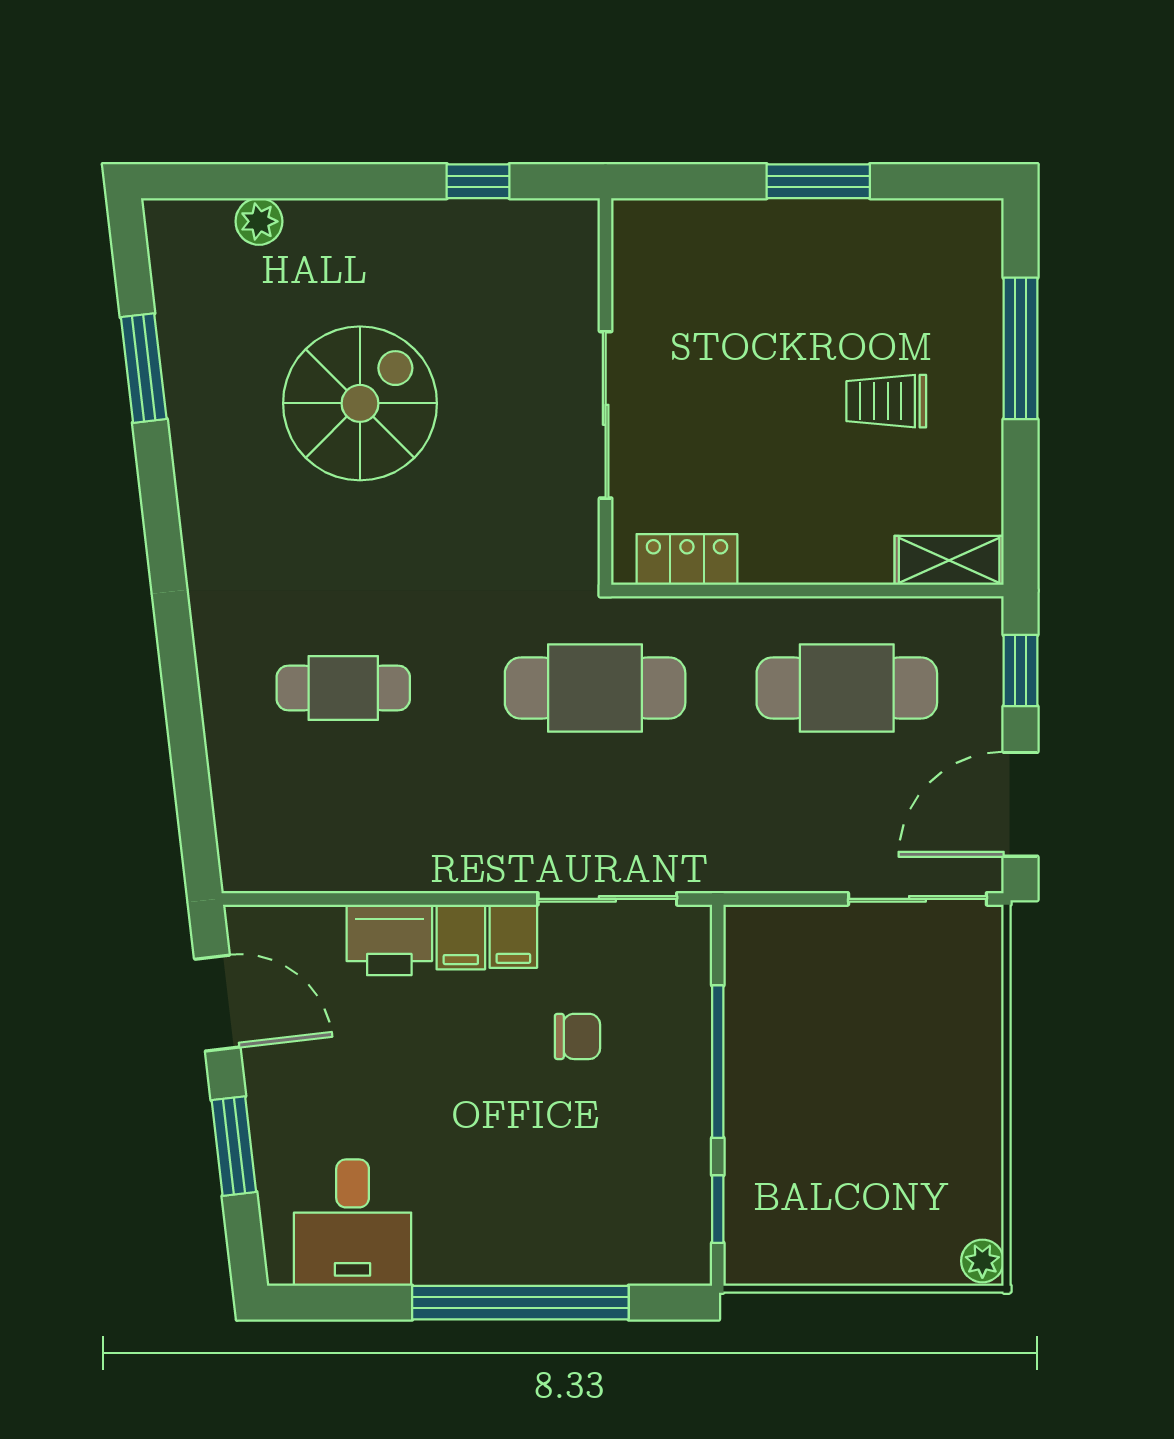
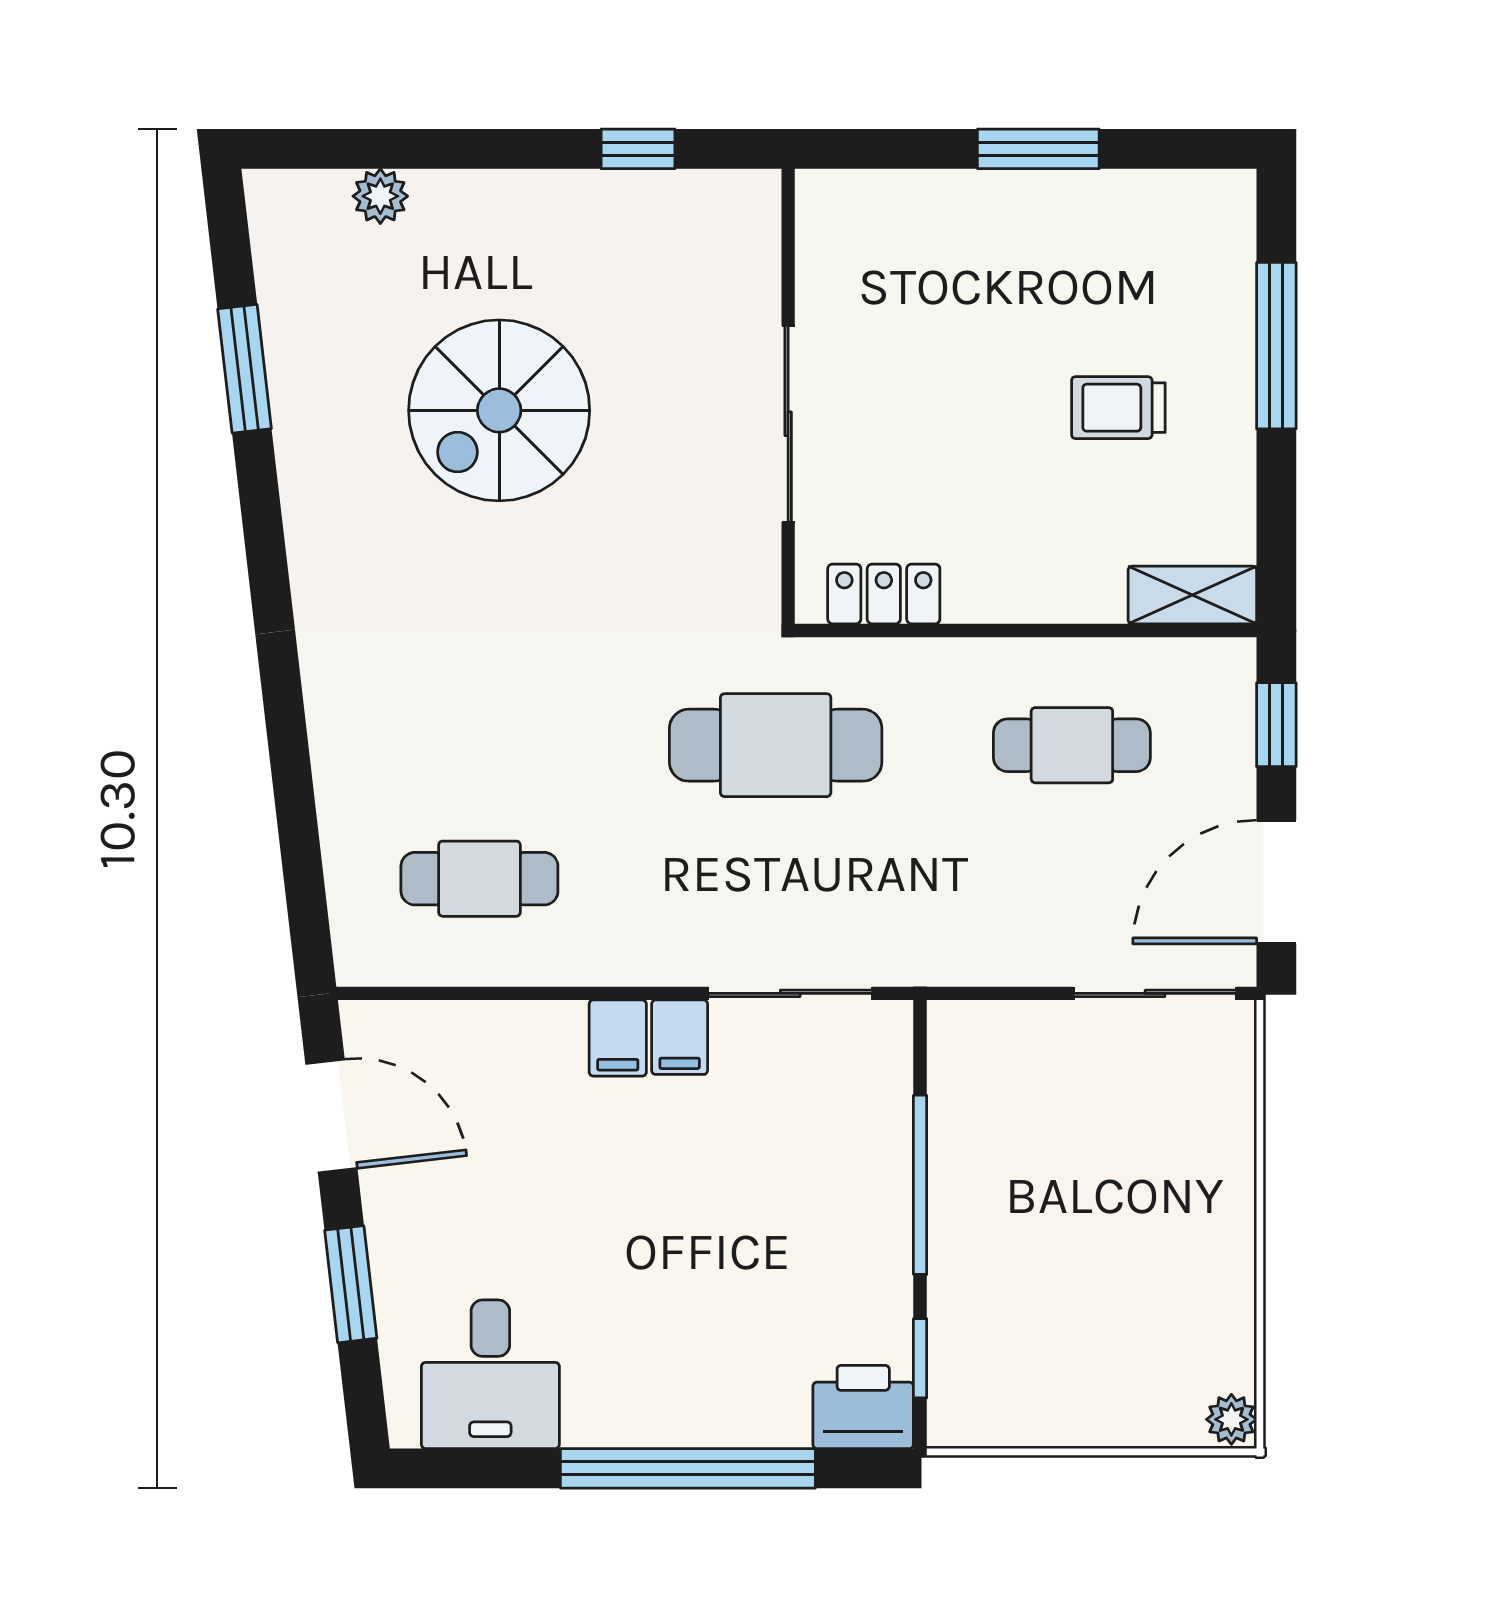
spiral stairs: (360, 403) -> (499, 410), turned 180
cafe table: (343, 688) -> (479, 879), moved
cafe table: (847, 688) -> (1072, 745), width x0.73, depth x0.74
printer: (389, 940) -> (863, 1407), moved, turned 180
chair: (577, 1036) -> (755, 1155), removed

